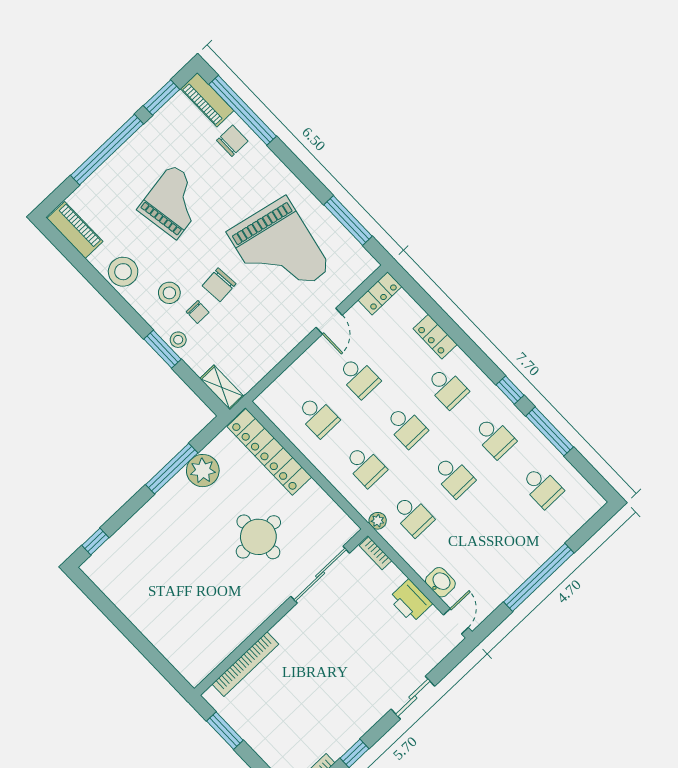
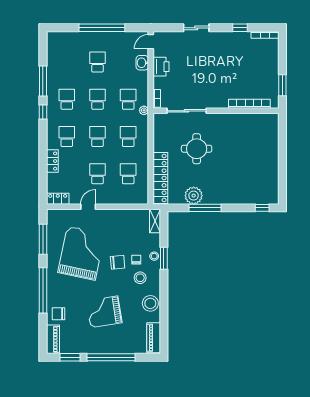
window: (243, 110) -> (43, 290), moved
school desk: (542, 487) -> (97, 62), moved

